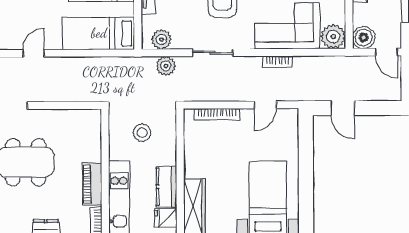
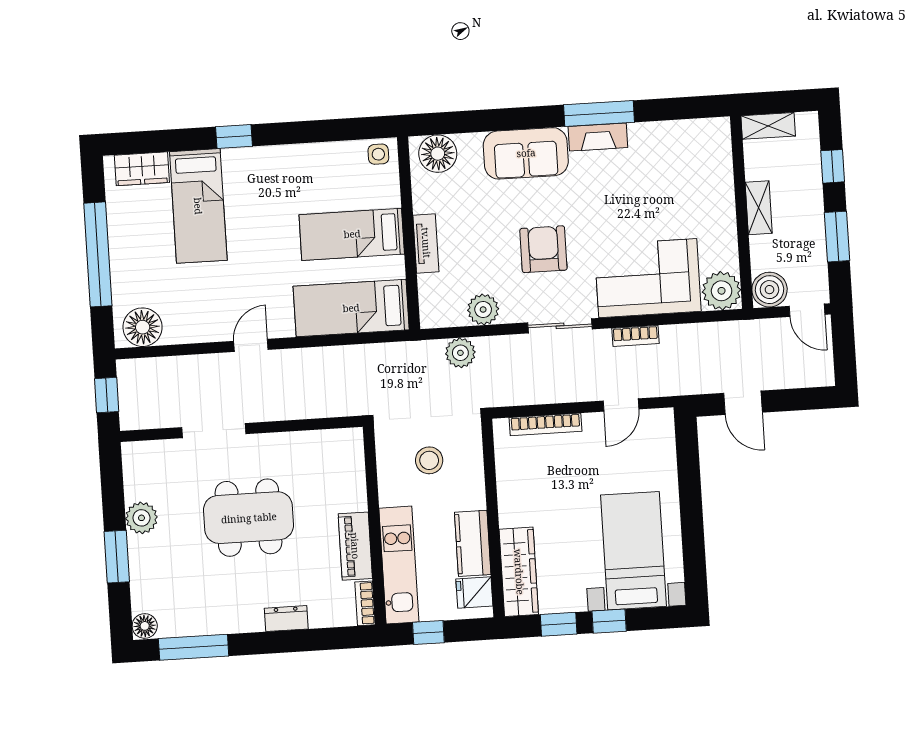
plant: (161, 39) -> (483, 309), moved
sliding door: (213, 53) -> (560, 326), moved

